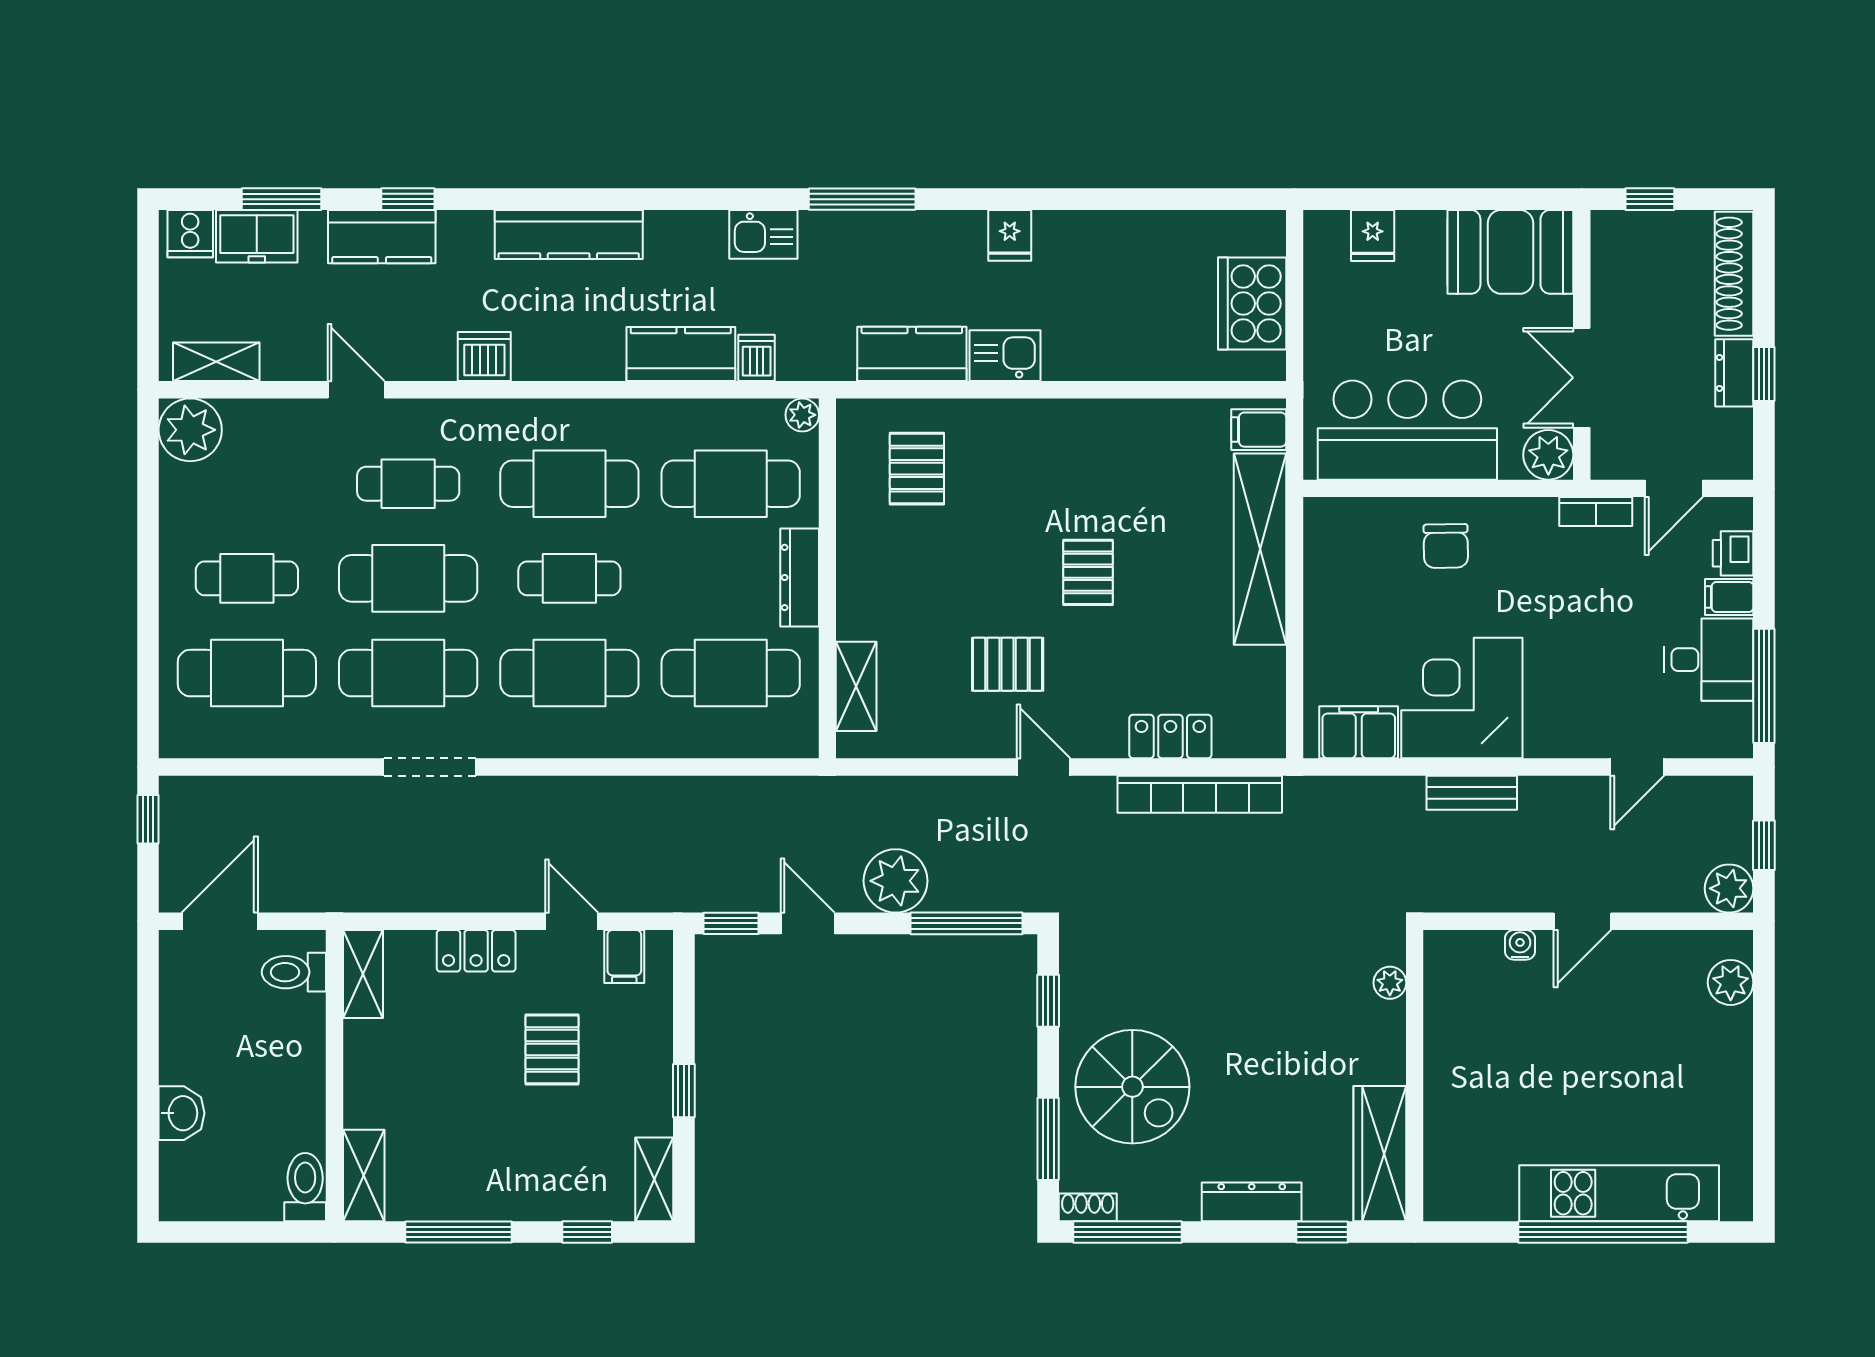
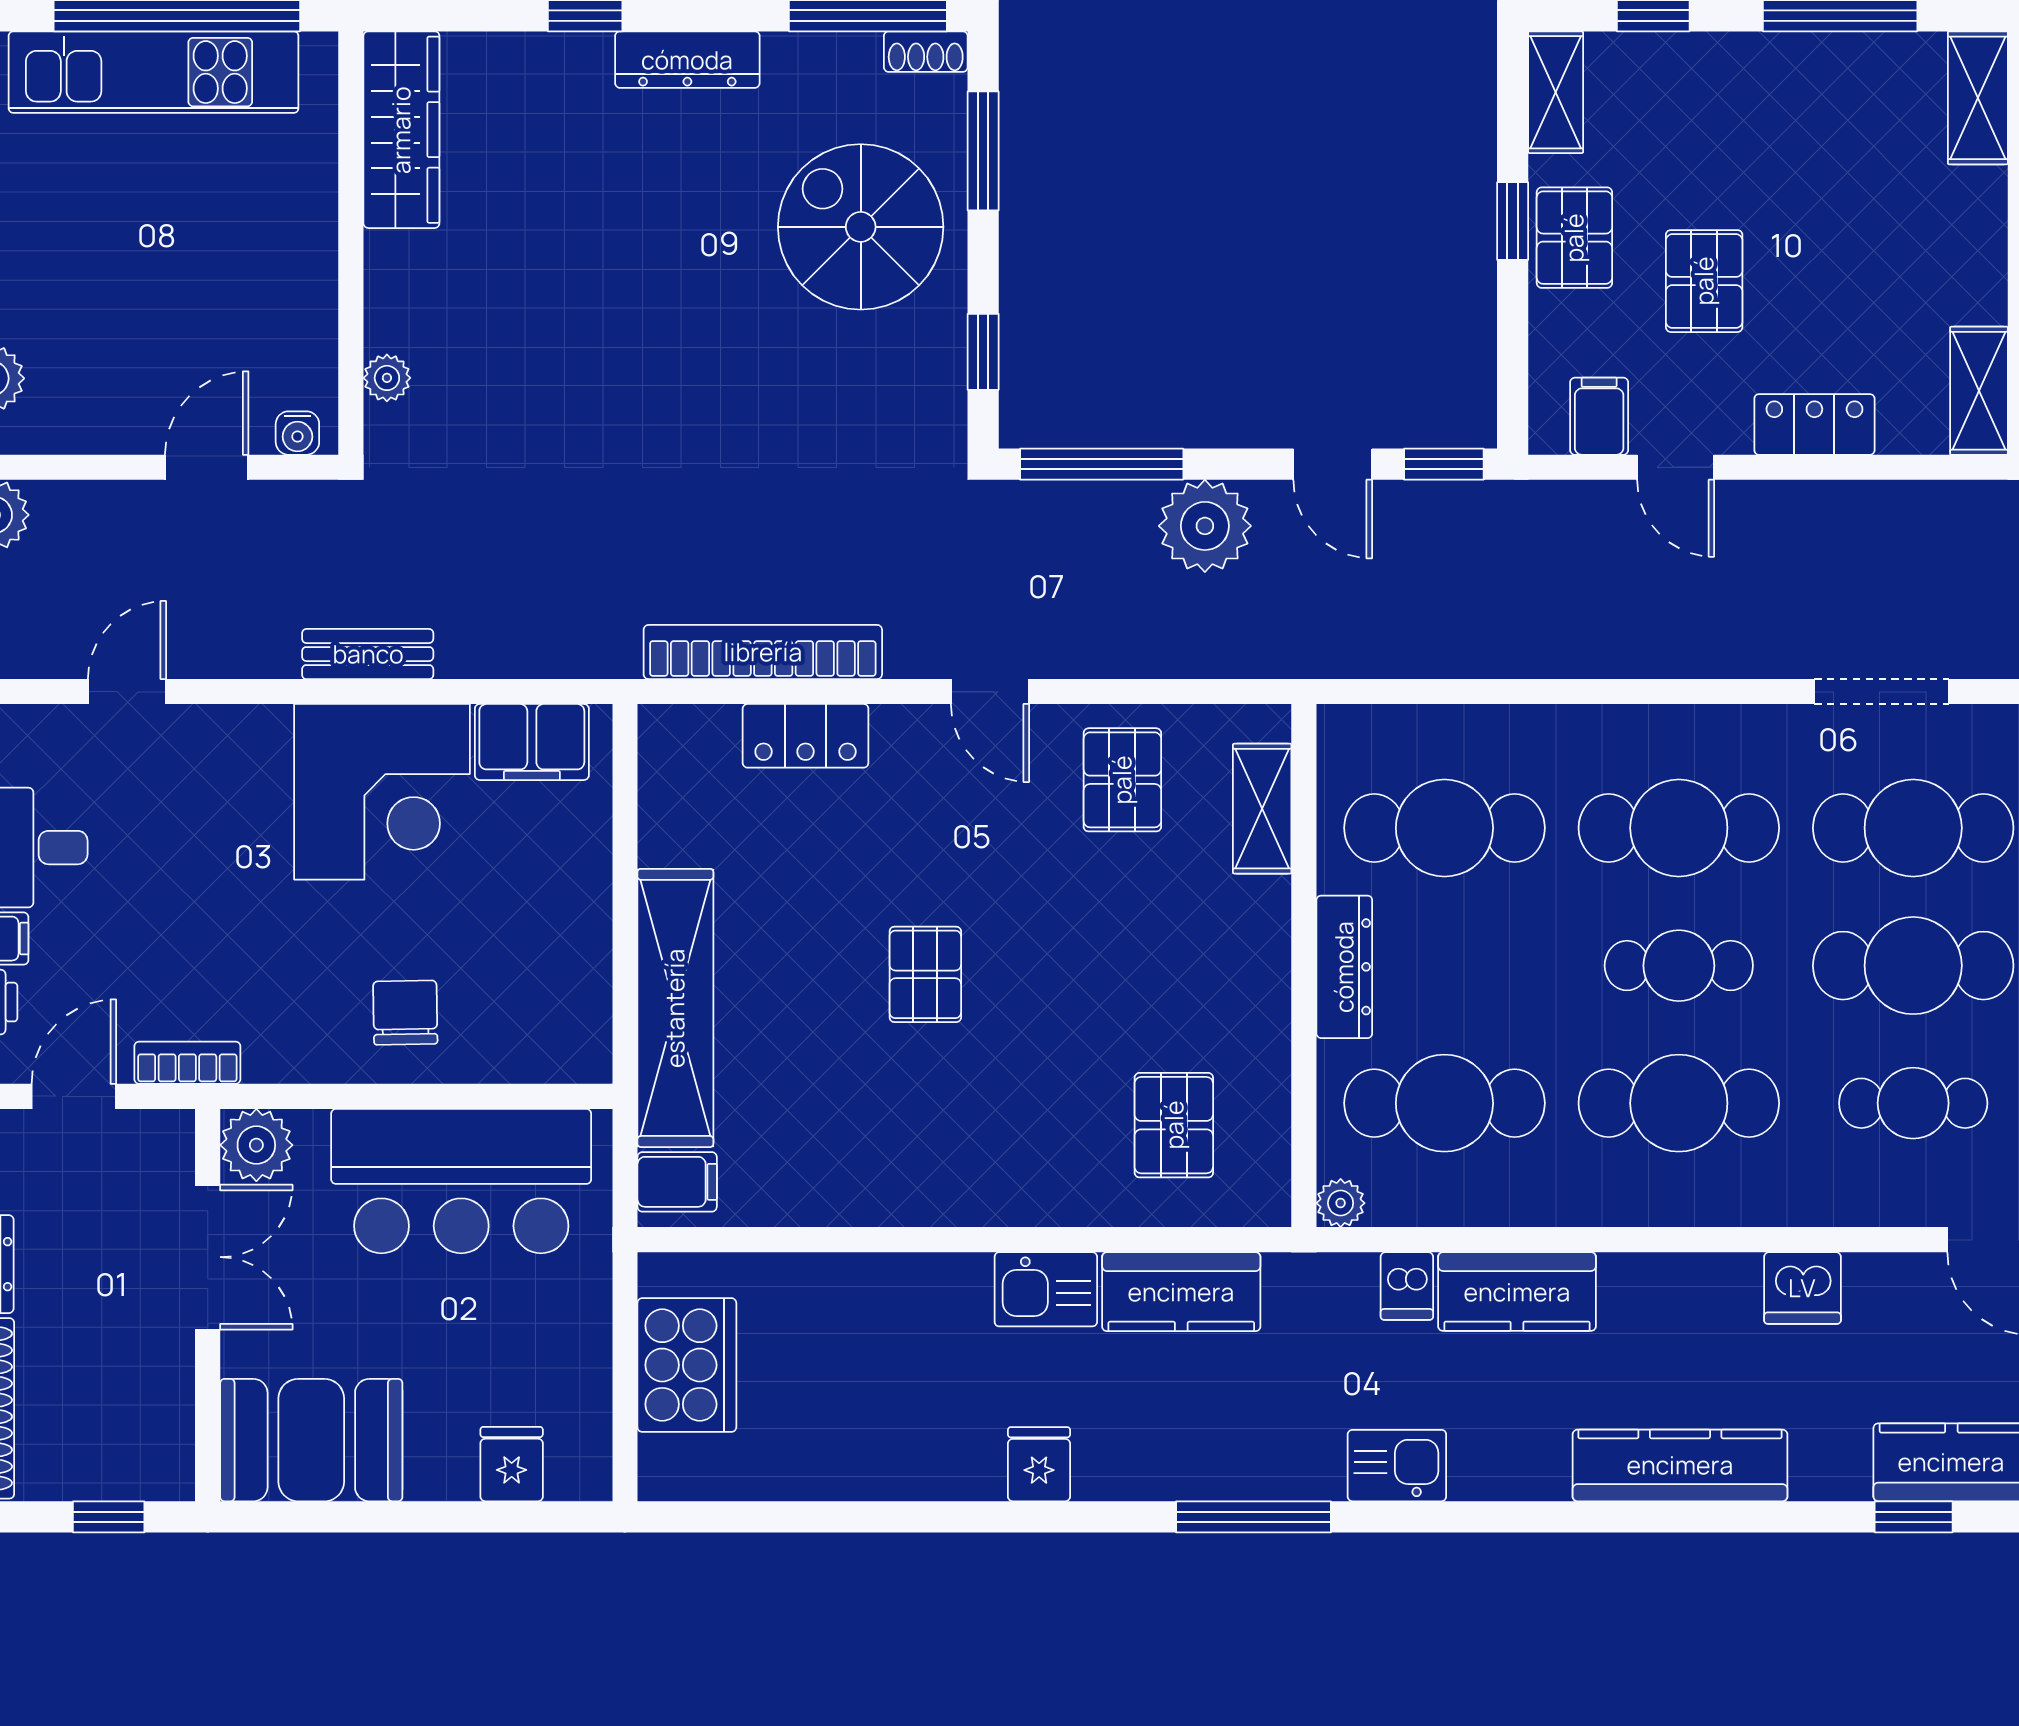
pallet: (1008, 664) -> (1122, 780), moved, turned 90
plant: (1390, 983) -> (387, 378), moved
wall: (1415, 1076) -> (351, 243), moved
pallet: (641, 1079) -> (1574, 238), added
wardrobe: (1380, 1154) -> (401, 130), moved

